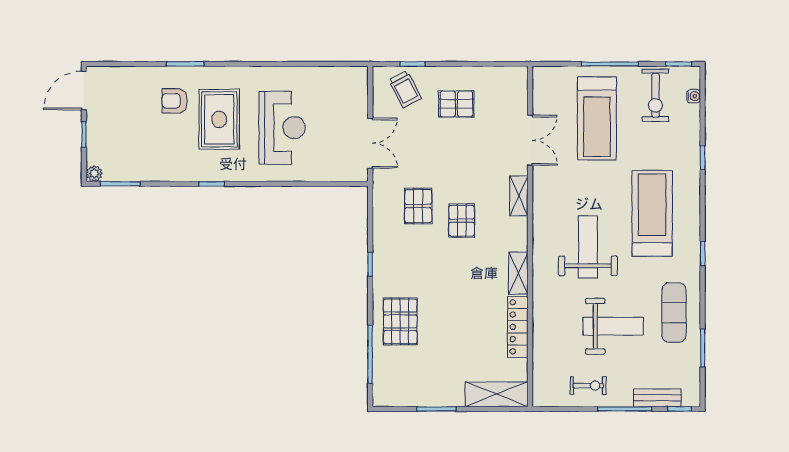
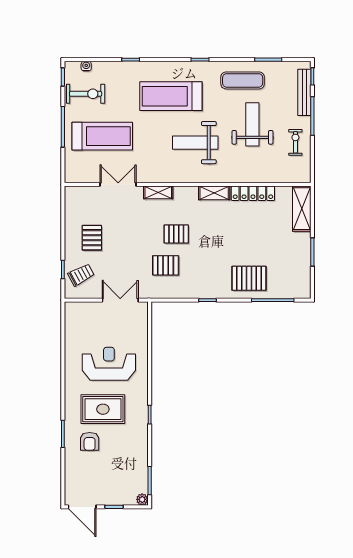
bench: (657, 398) -> (304, 92), width x1.36

